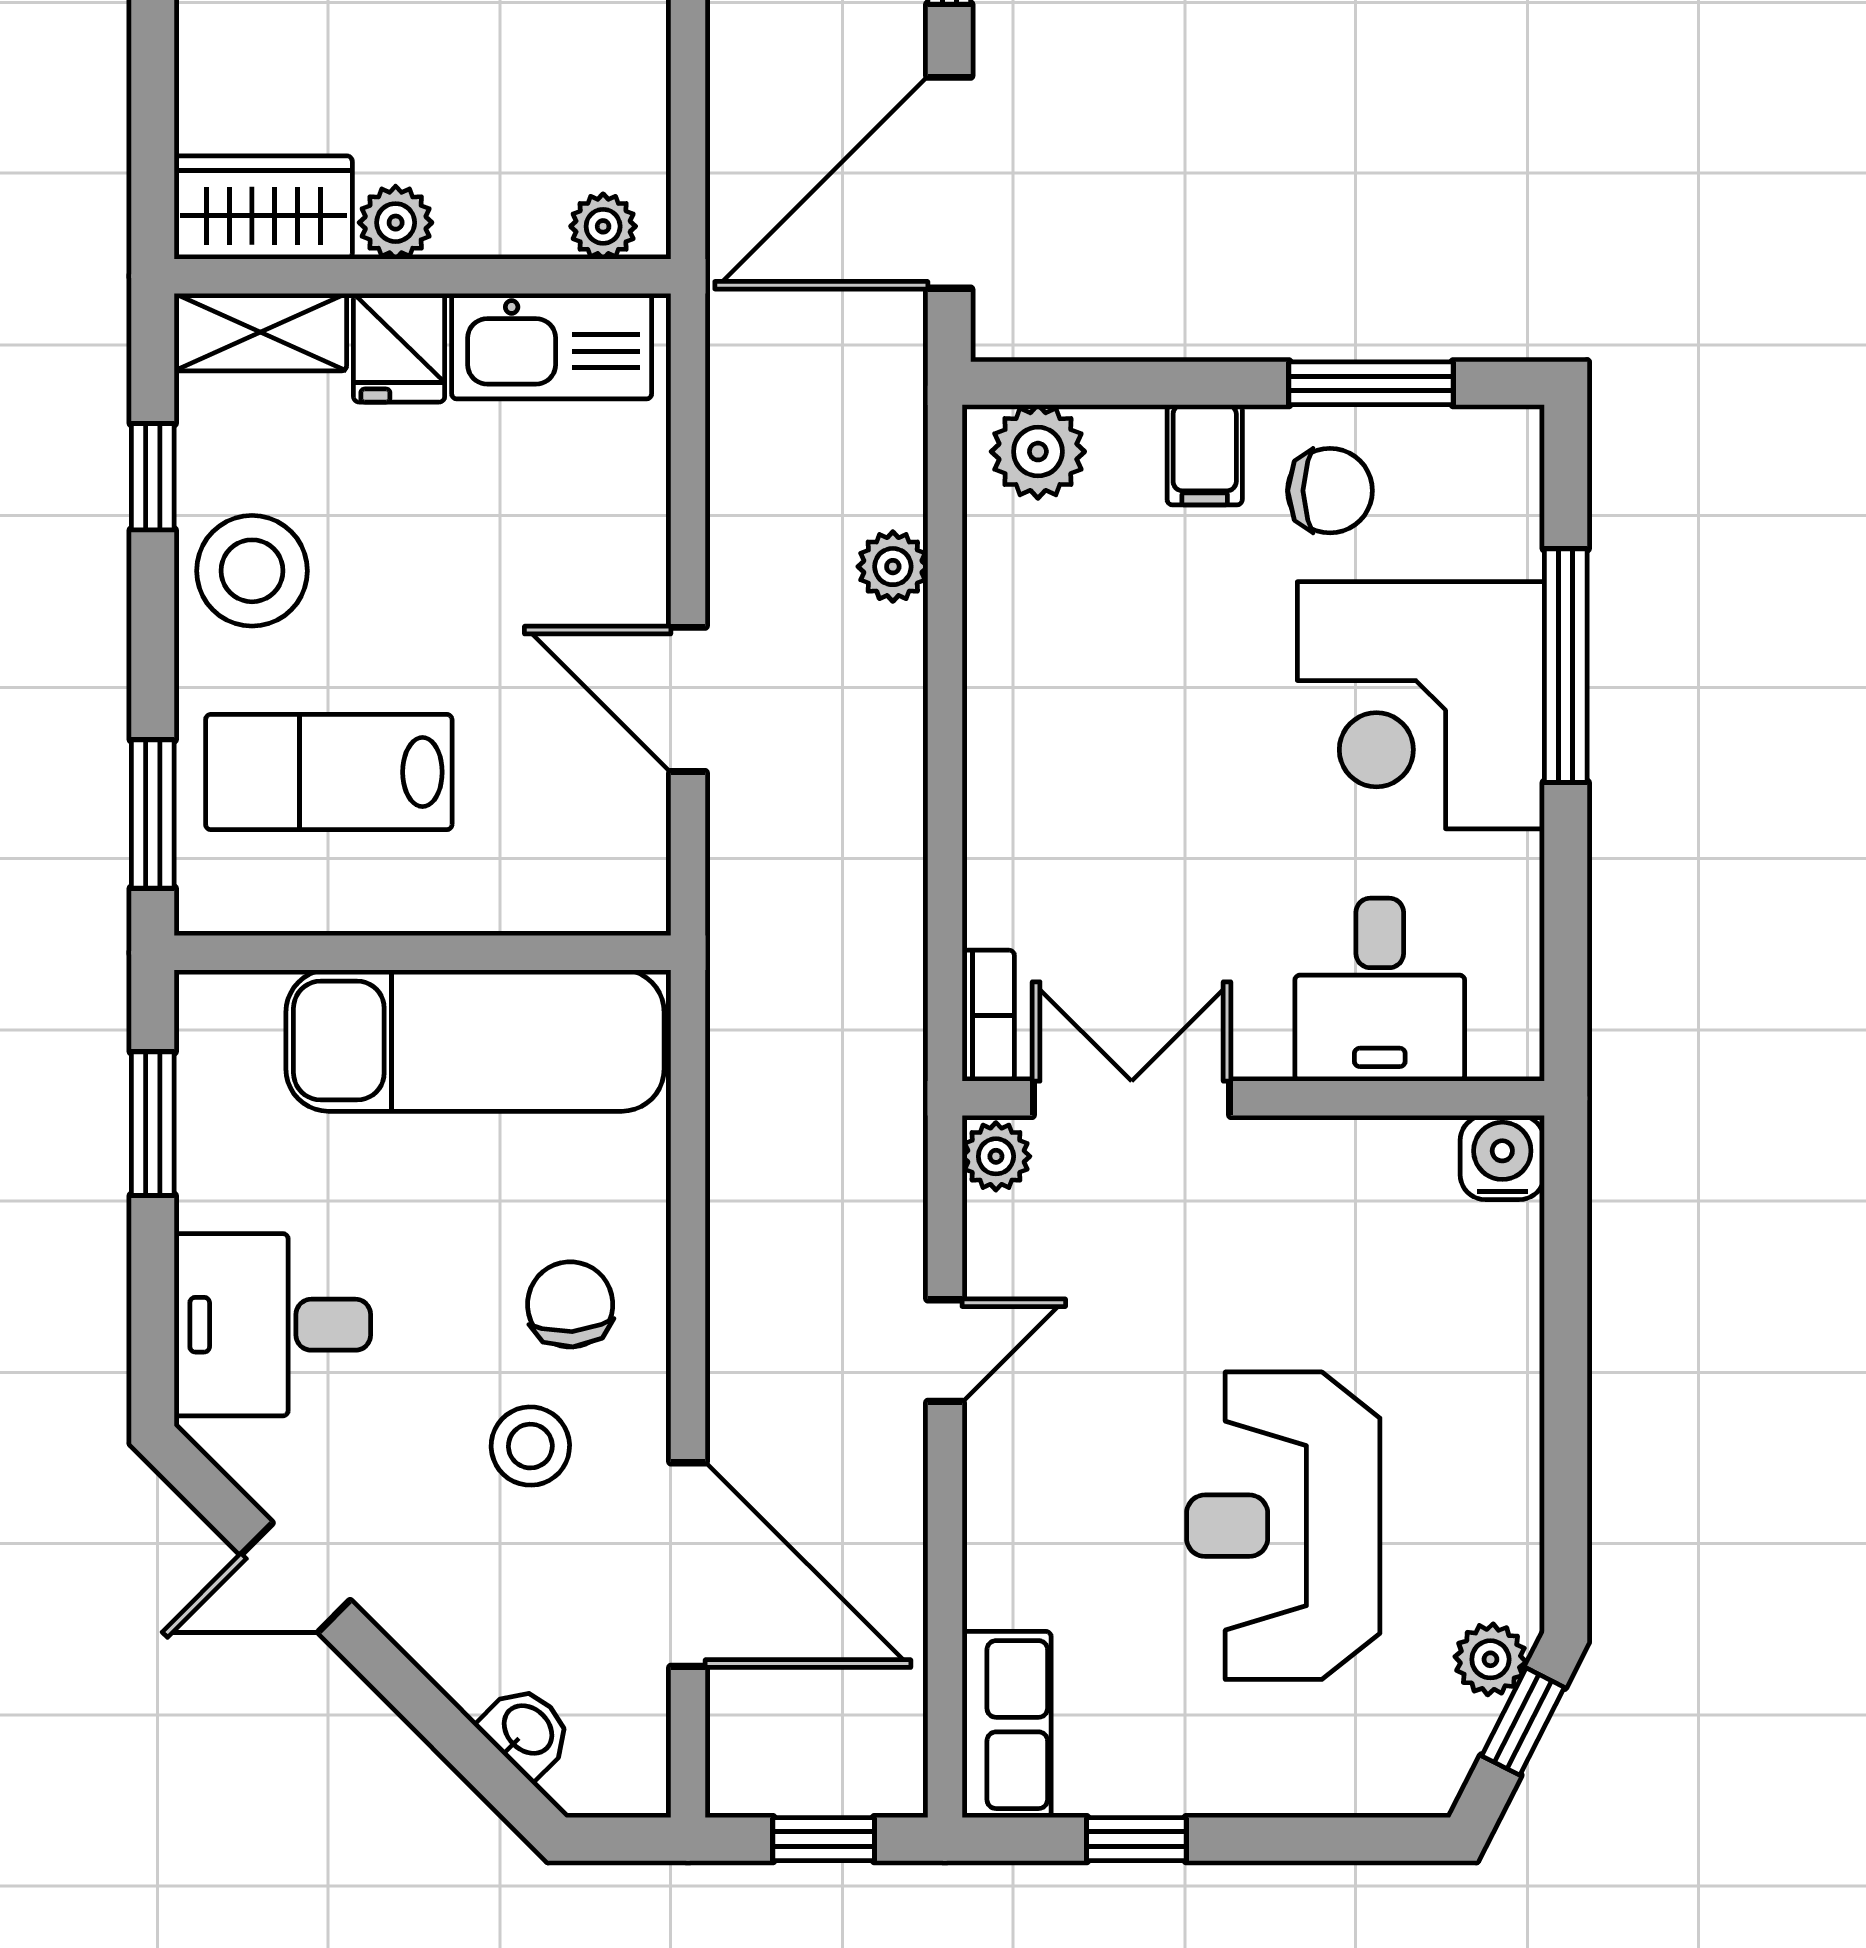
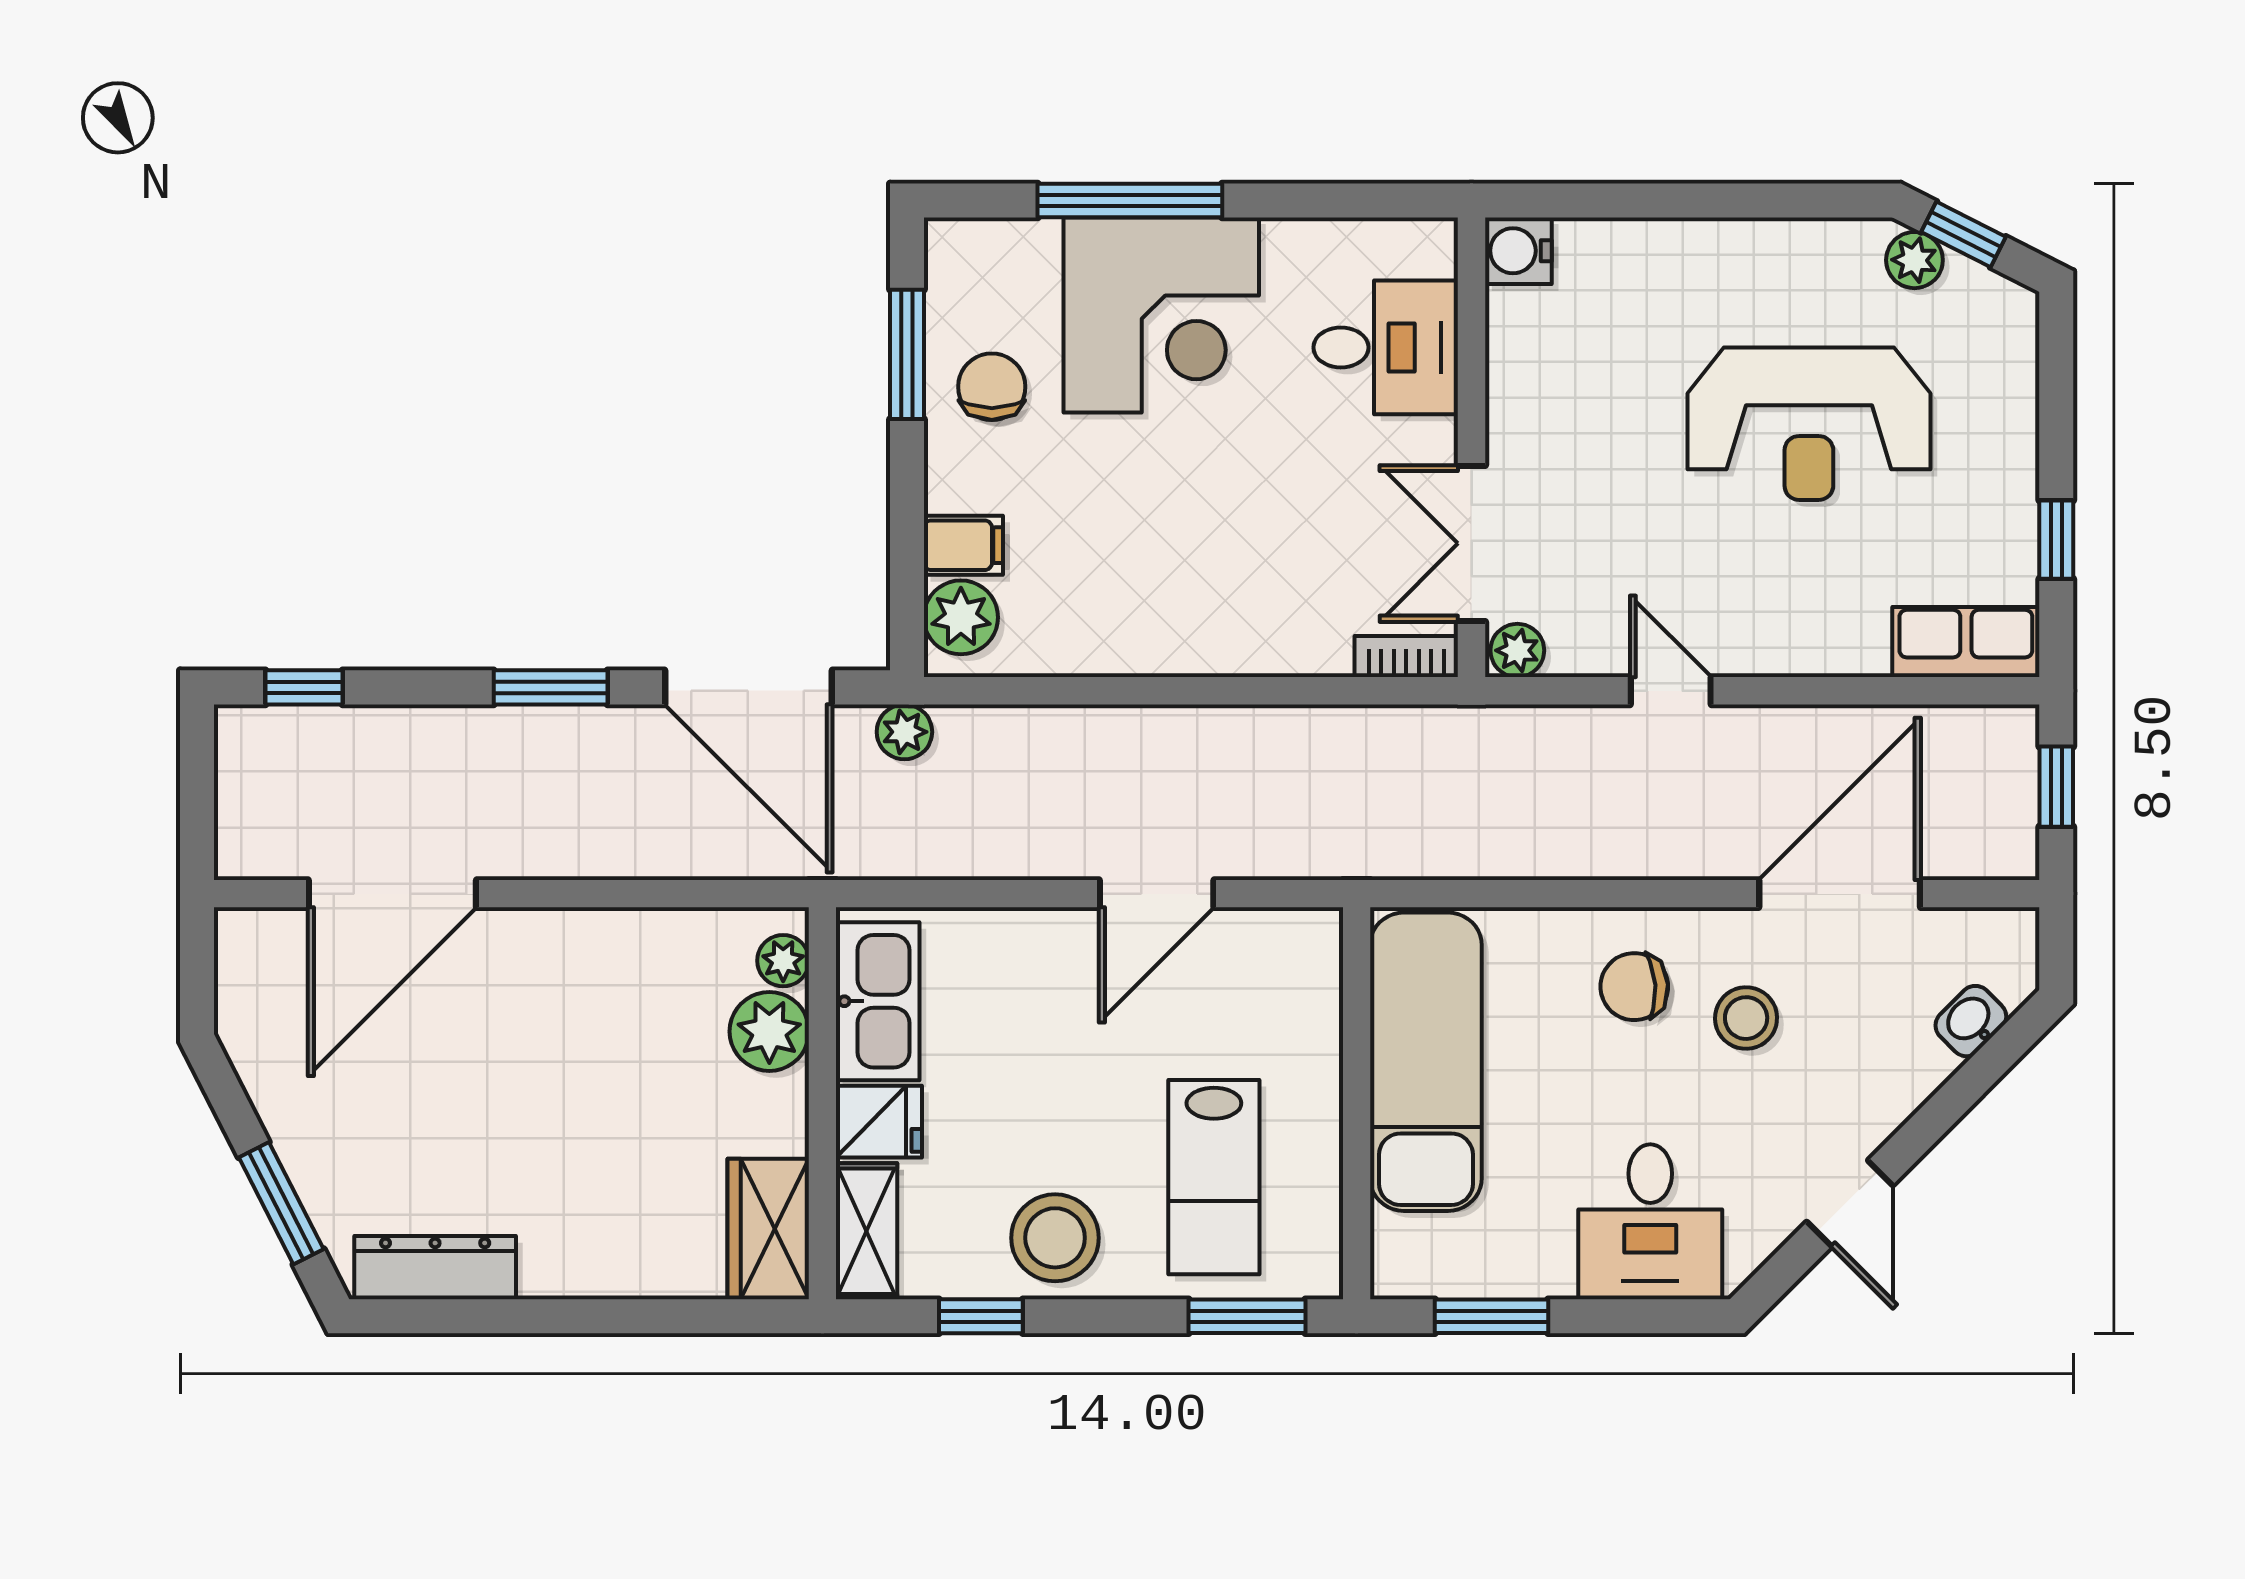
plant: (396, 223) -> (769, 1031), moved, width x1.38, depth x1.38
filing cabinet: (1205, 455) -> (963, 545), moved
plant: (893, 567) -> (904, 732), moved

